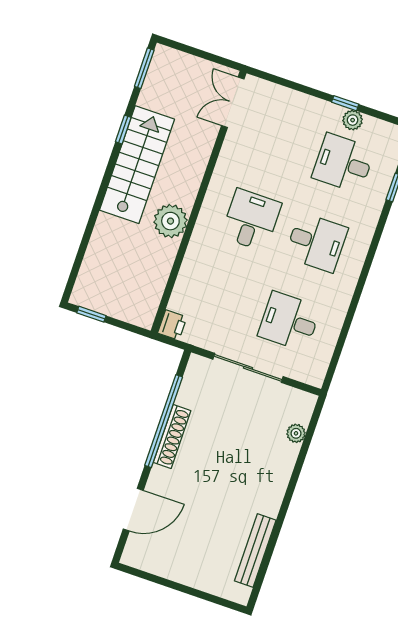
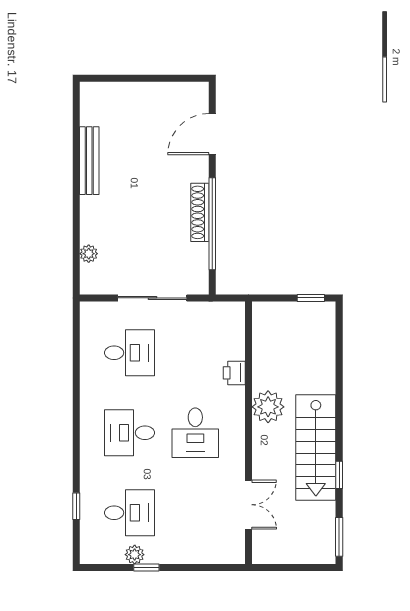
double door: (233, 102) -> (248, 505), moved
printer: (172, 325) -> (234, 373), moved
bench: (255, 550) -> (89, 161), moved

